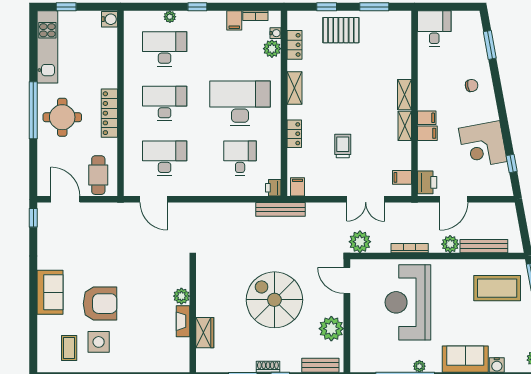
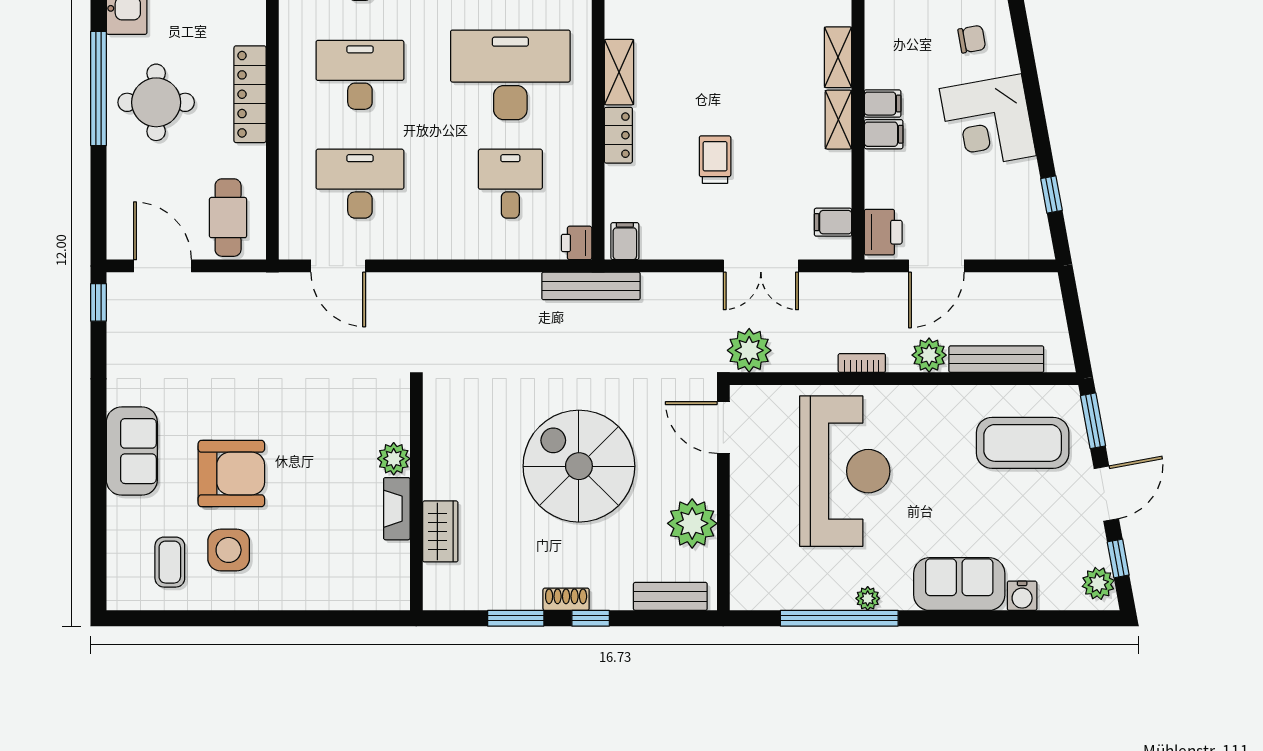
shelving: (295, 88) -> (619, 72), moved
corner desk: (483, 145) -> (988, 122), moved
bookcase: (410, 248) -> (862, 363), width x0.64
reception desk: (408, 302) -> (845, 471), turned 180

